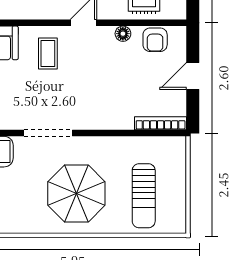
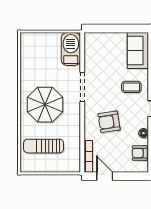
door: (193, 76) -> (105, 176), moved
armchair: (104, 90) -> (109, 122), added

